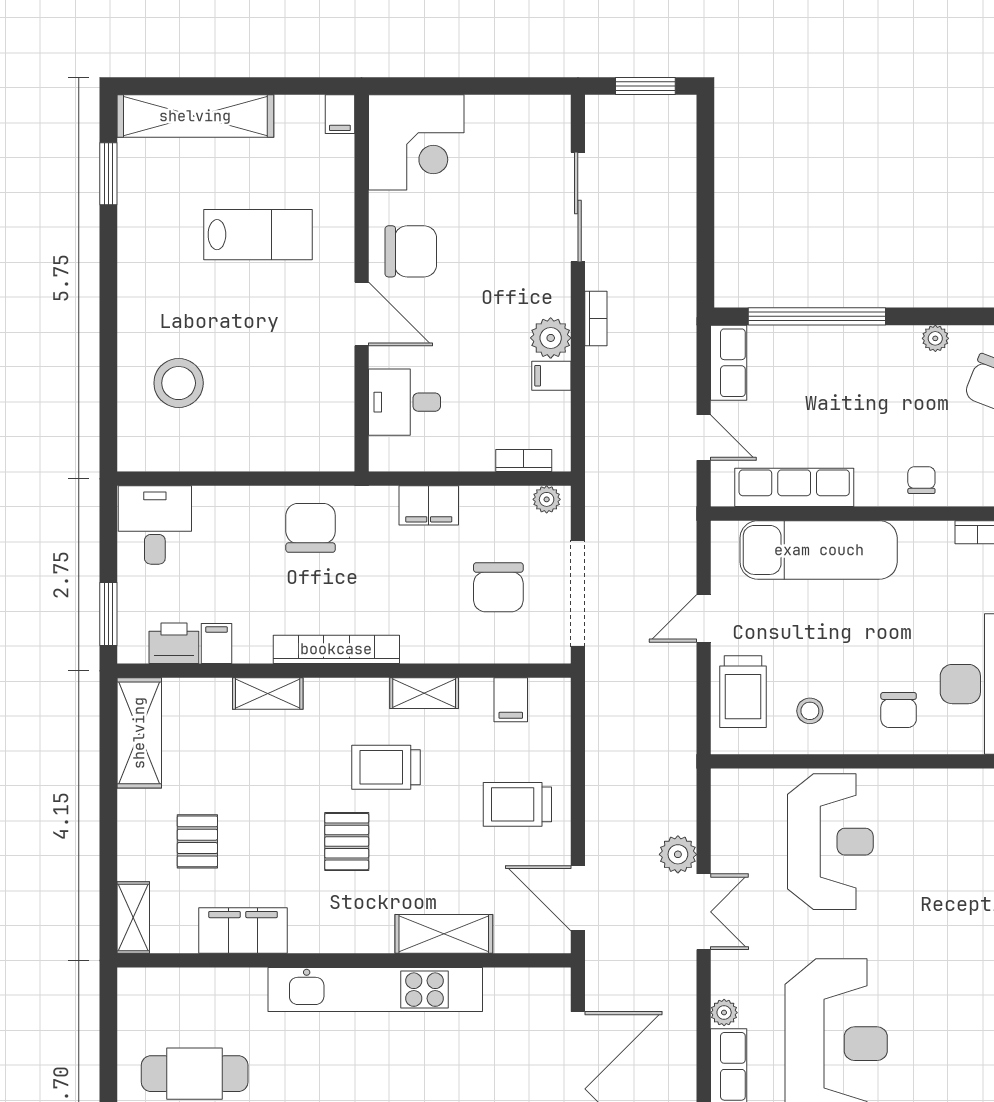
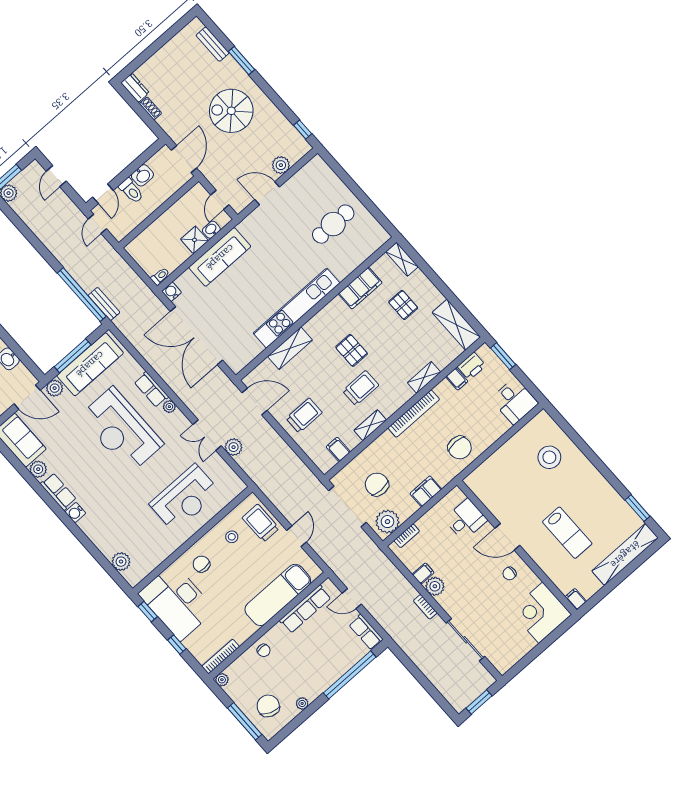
lab bench: (258, 235) -> (567, 533), turned -90
chair: (411, 251) -> (509, 573), width x0.54, depth x0.54
plant: (547, 499) -> (387, 522), width x1.88, depth x1.88
reception desk: (830, 842) -> (185, 498), turned -90

